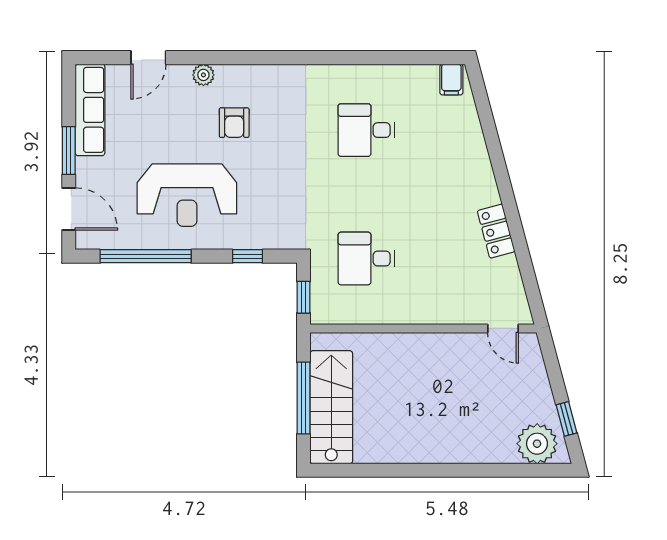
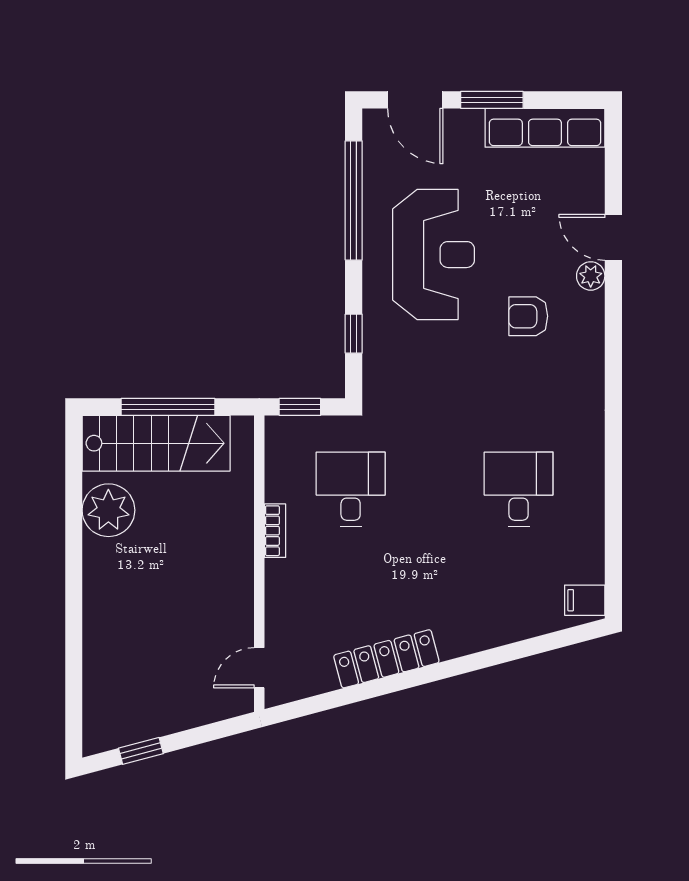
door: (148, 58) -> (613, 237), moved
reception desk: (187, 195) -> (434, 255), turned 180
door: (69, 209) -> (415, 100), hinge flipped
locker: (496, 231) -> (386, 659), width x1.53
bookcase: (398, 316) -> (275, 531), added
plant: (537, 444) -> (108, 510), moved

